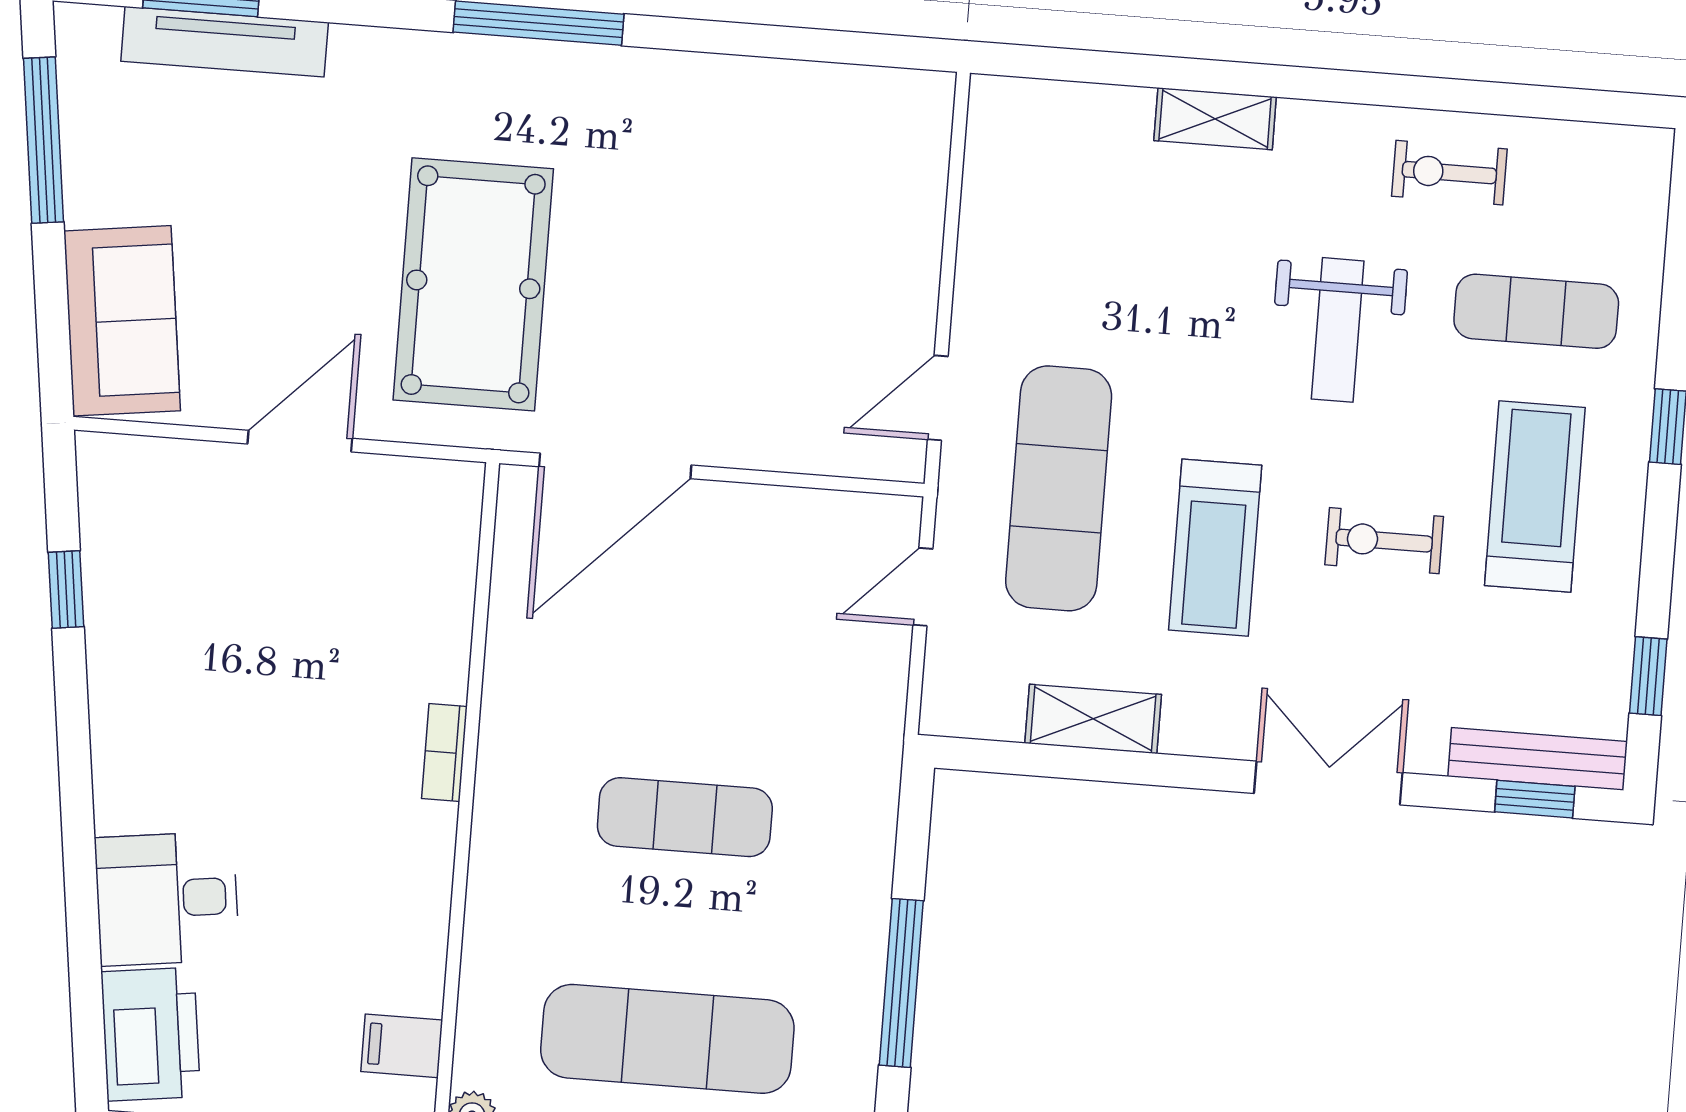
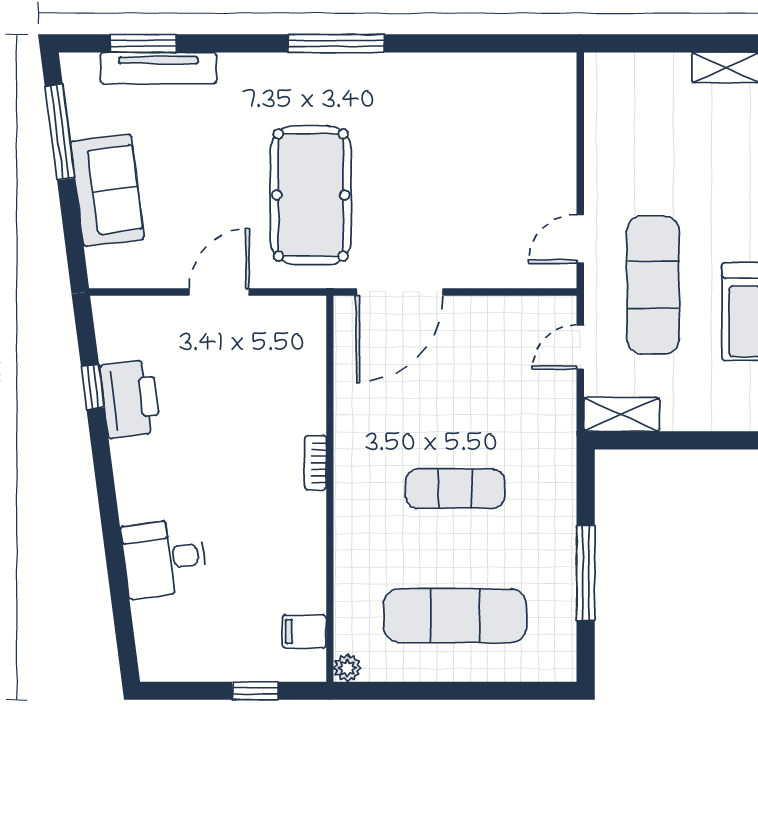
sofa: (122, 321) -> (107, 190), moved
shelving: (1093, 719) -> (622, 414), moved
printer: (151, 1034) -> (130, 399), moved

